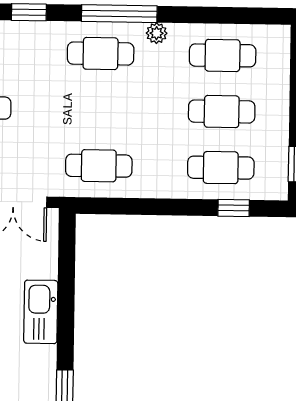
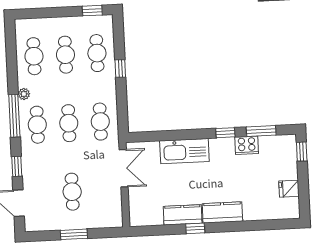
cafe table: (100, 110) -> (69, 123), added
window: (234, 208) -> (120, 69), moved
kitchen sink: (41, 312) -> (184, 151), width x1.36, depth x1.24

